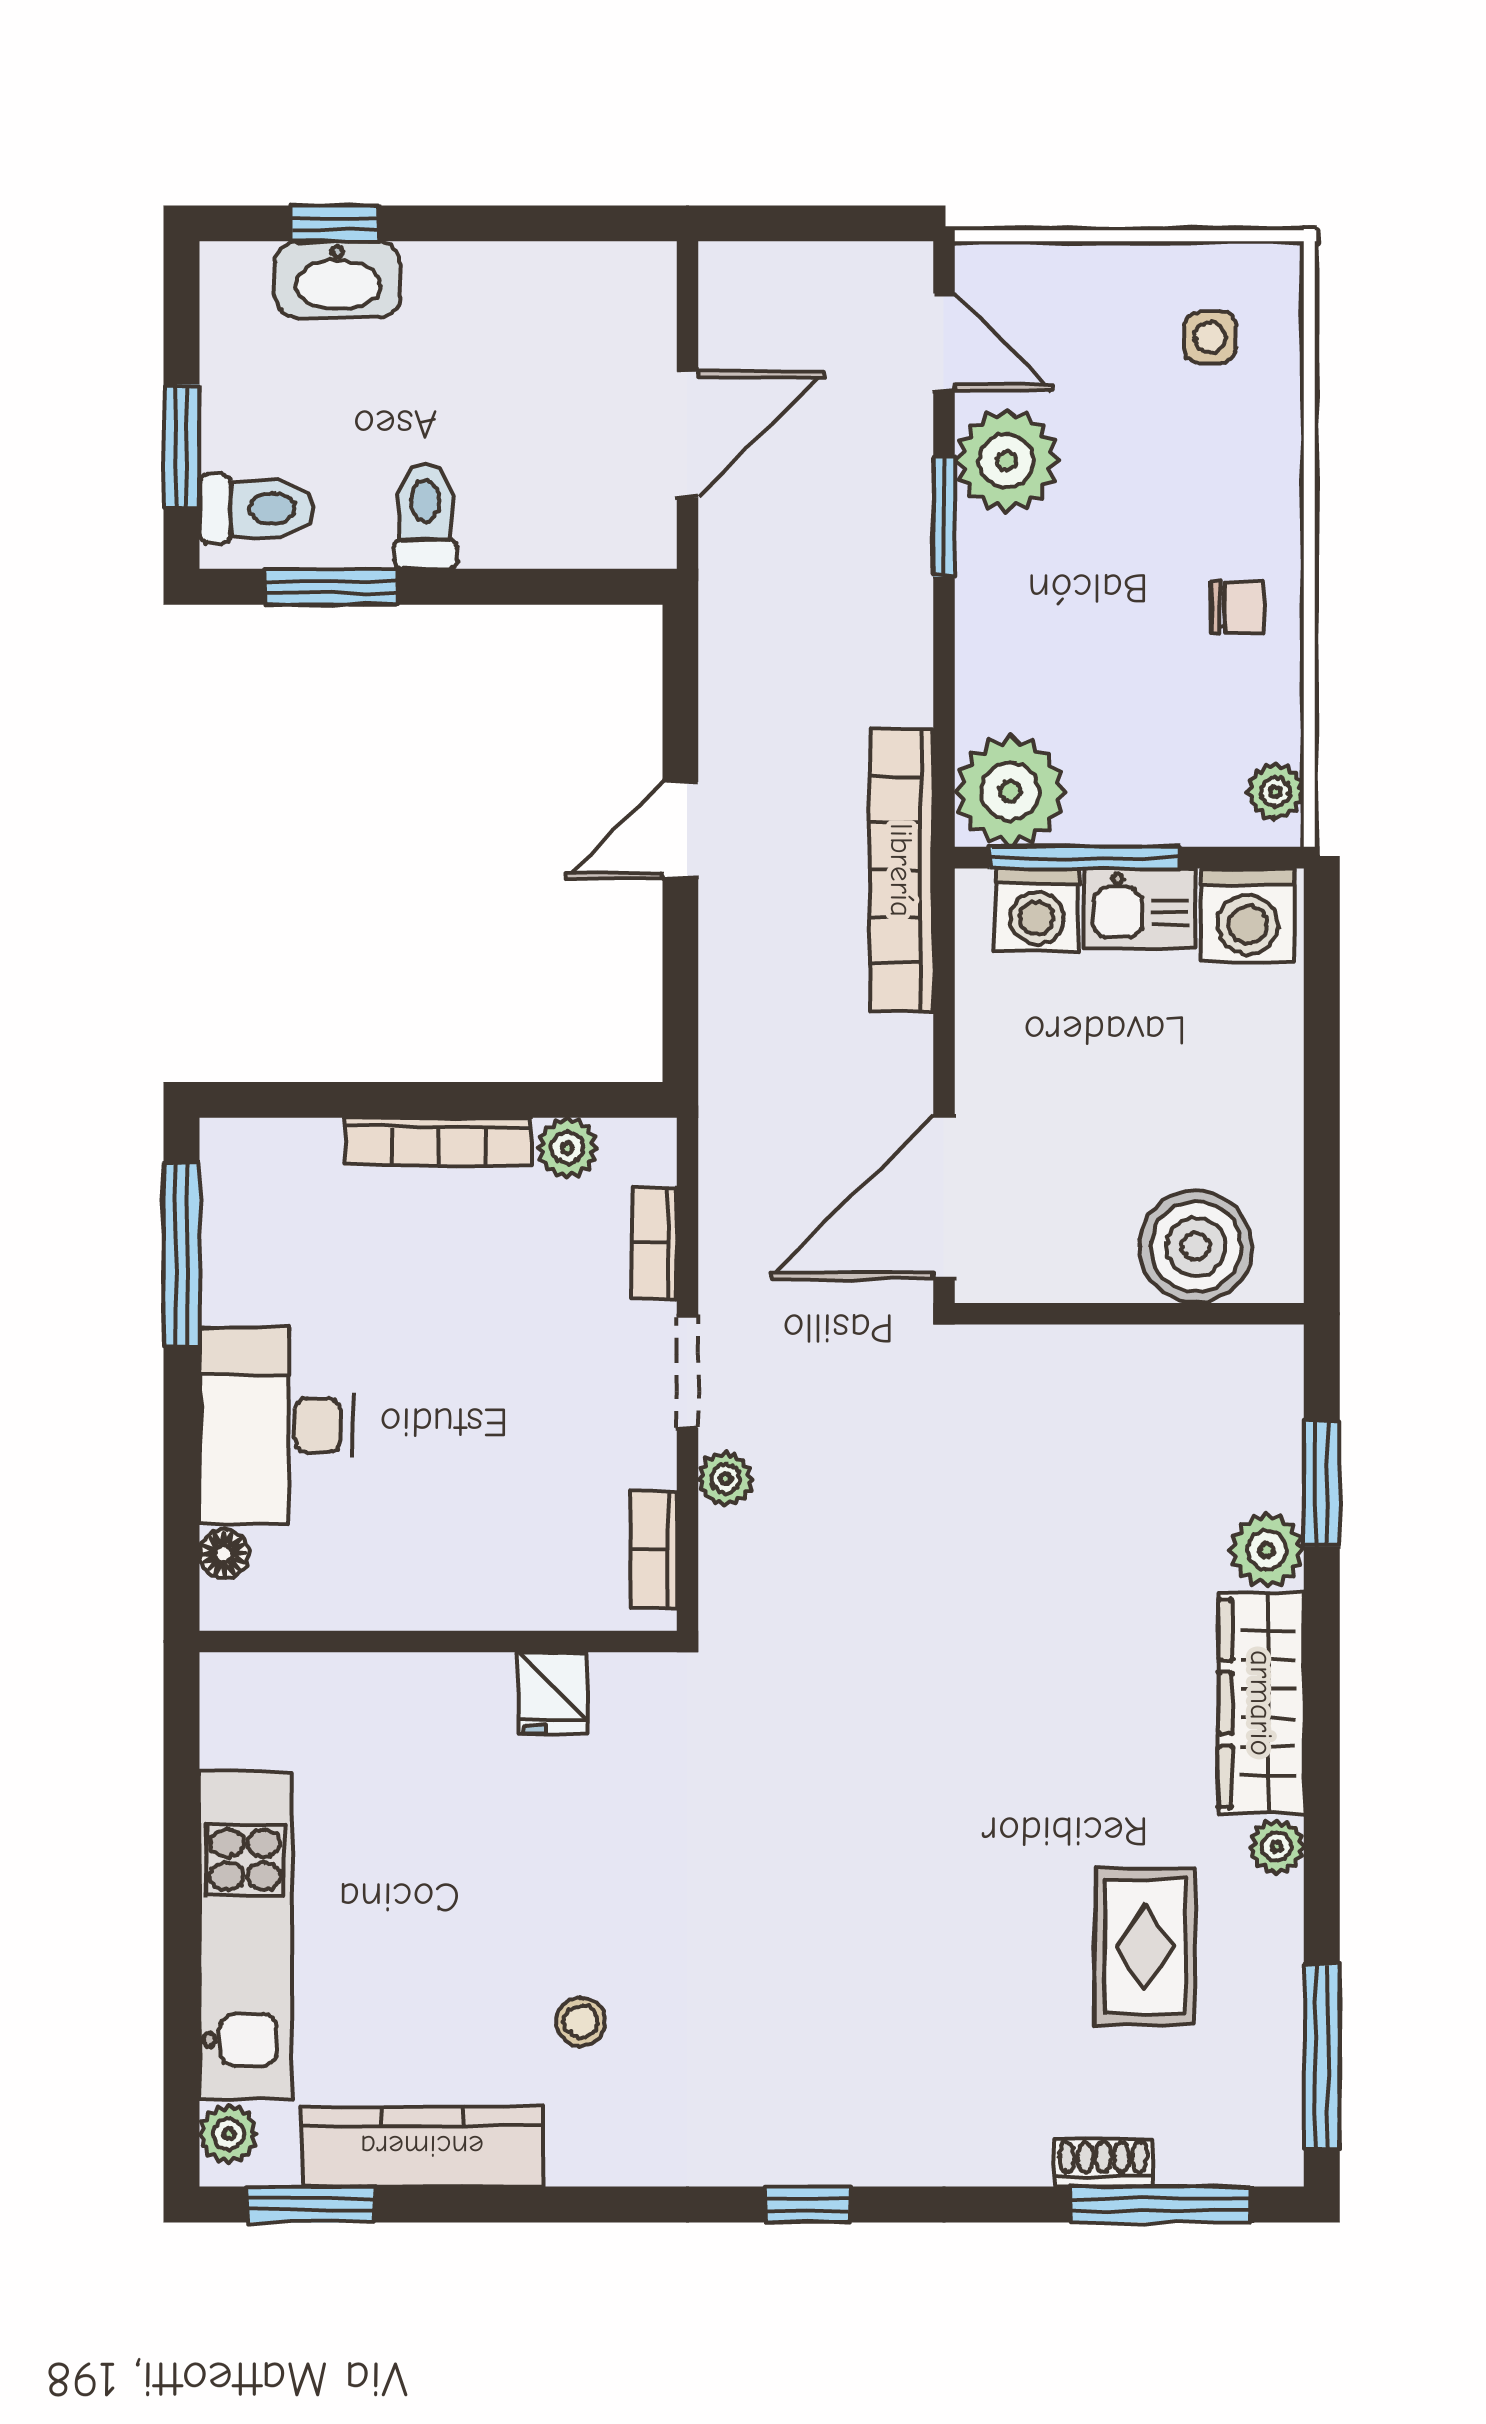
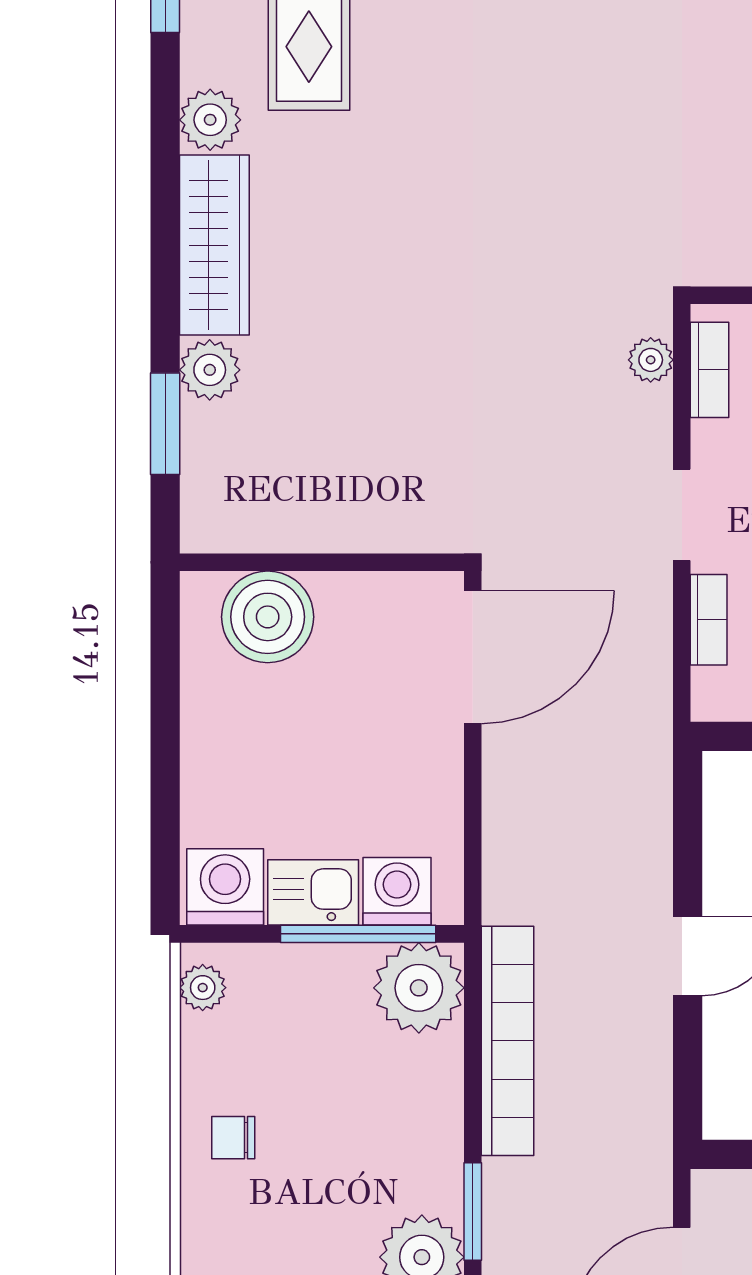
bookcase: (901, 870) -> (507, 1041), moved
plant: (726, 1479) -> (651, 360), moved
plant: (1277, 1847) -> (210, 120), width x1.38, depth x1.38

